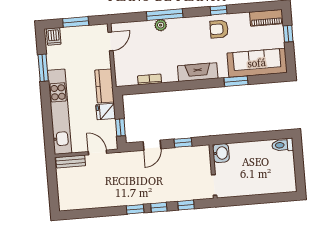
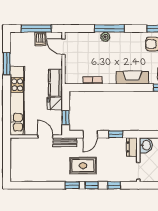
window: (76, 22) -> (36, 29), width x1.44
dishwasher: (54, 36) -> (41, 39), moved
door: (111, 41) -> (63, 47), swing flipped
dresser: (204, 157) -> (132, 147), added
bench: (71, 162) -> (65, 142), moved
rug: (146, 184) -> (83, 166), added

